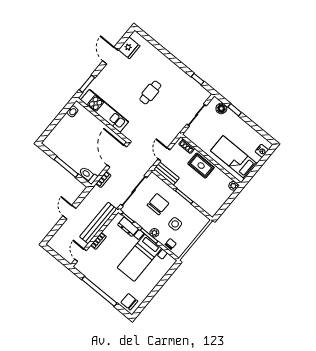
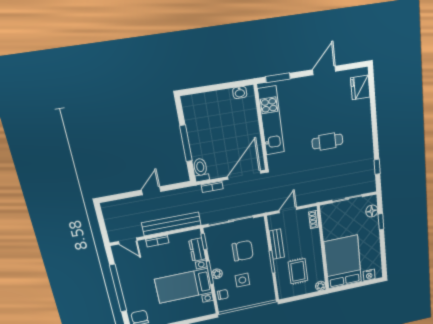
fridge: (129, 48) -> (360, 87), moved, turned 90
bed: (234, 157) -> (343, 262), width x1.50
rug: (201, 166) -> (298, 271), moved
bench: (166, 173) -> (277, 244), moved
door: (81, 255) -> (128, 241), swing flipped

